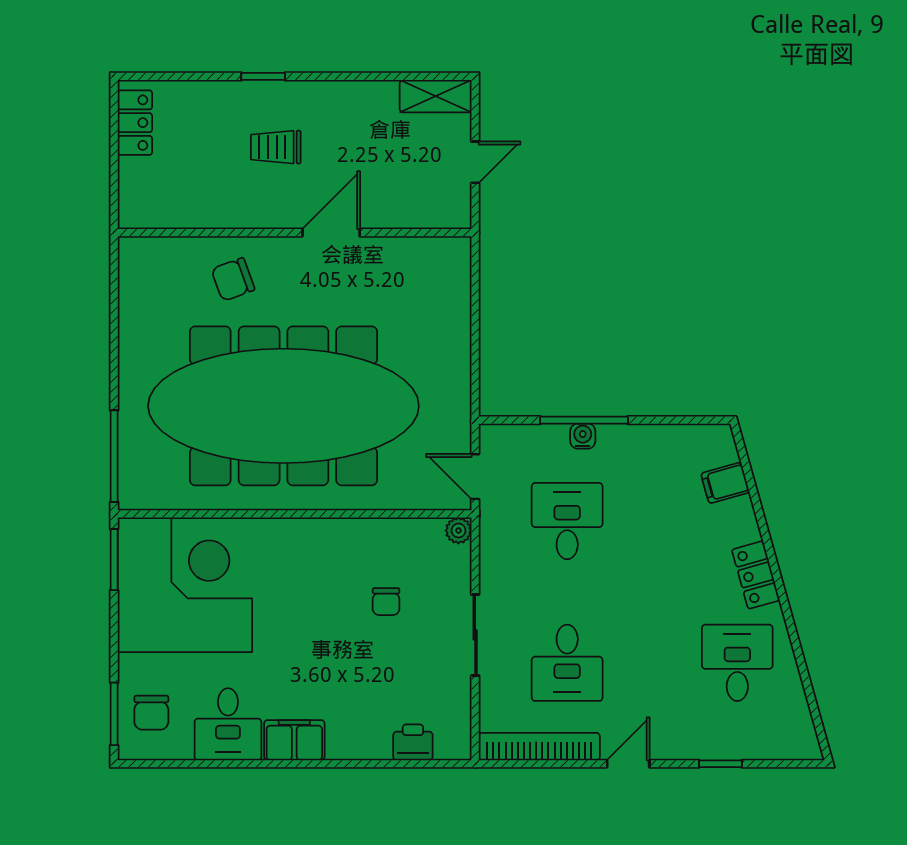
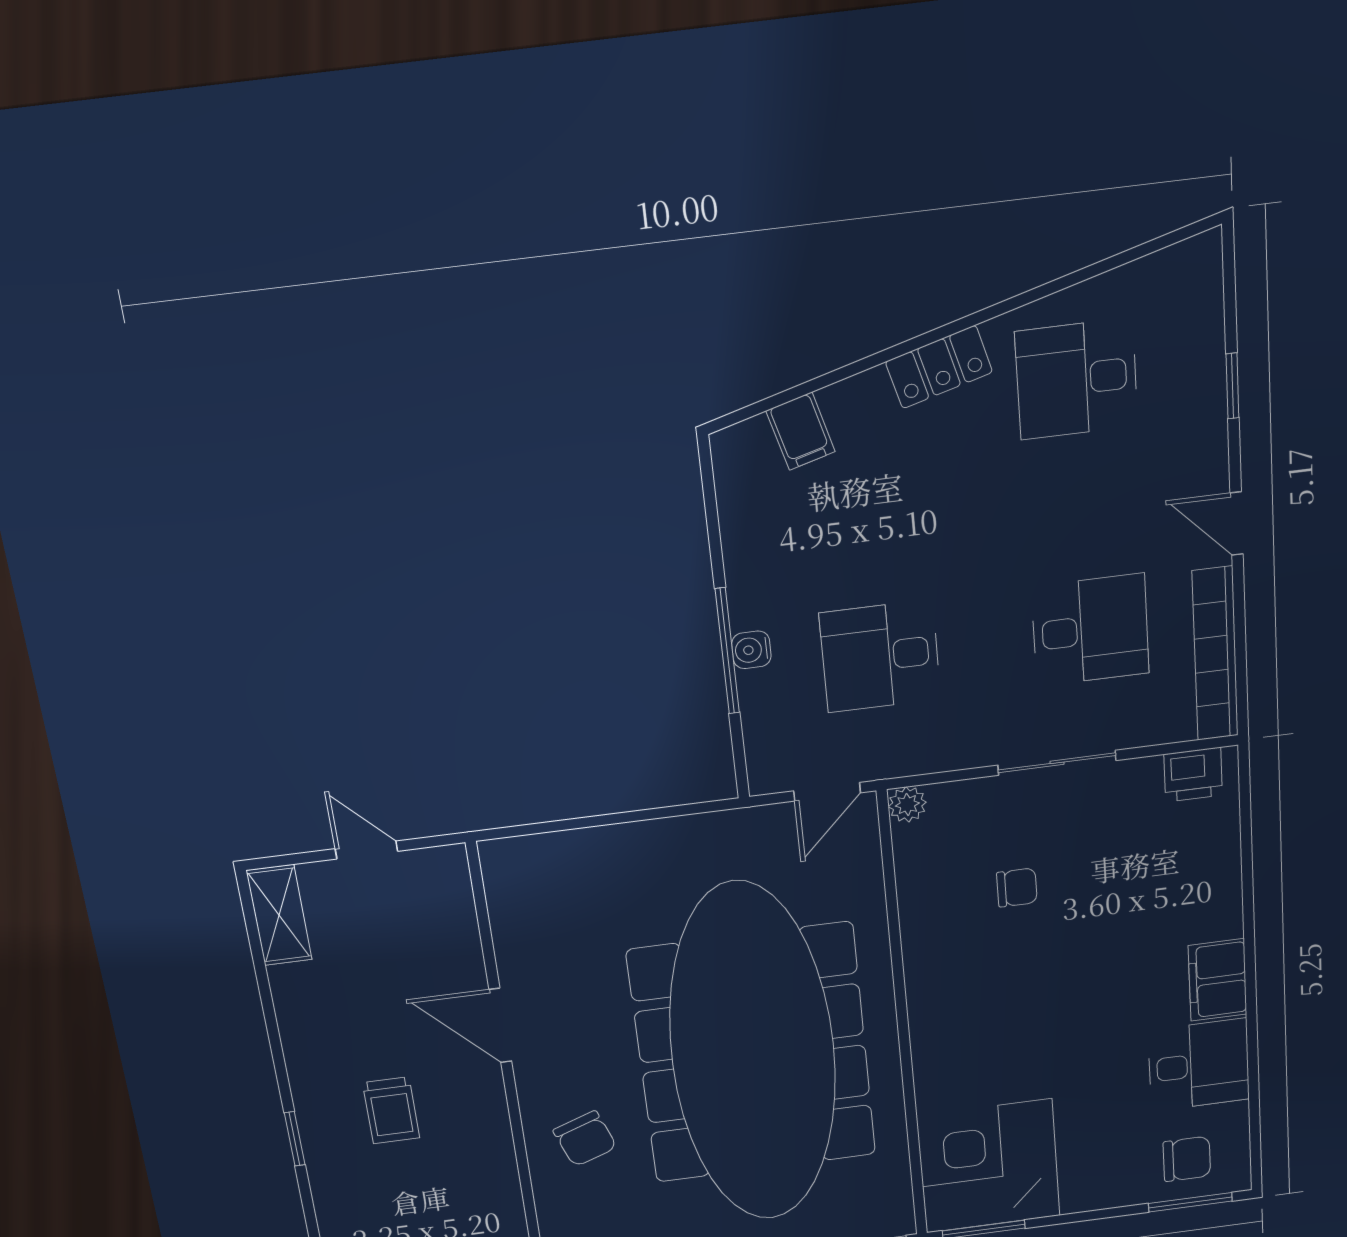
corner desk: (185, 585) -> (989, 1166), width x0.74, depth x0.74
printer: (413, 742) -> (1193, 775), moved, turned -90

